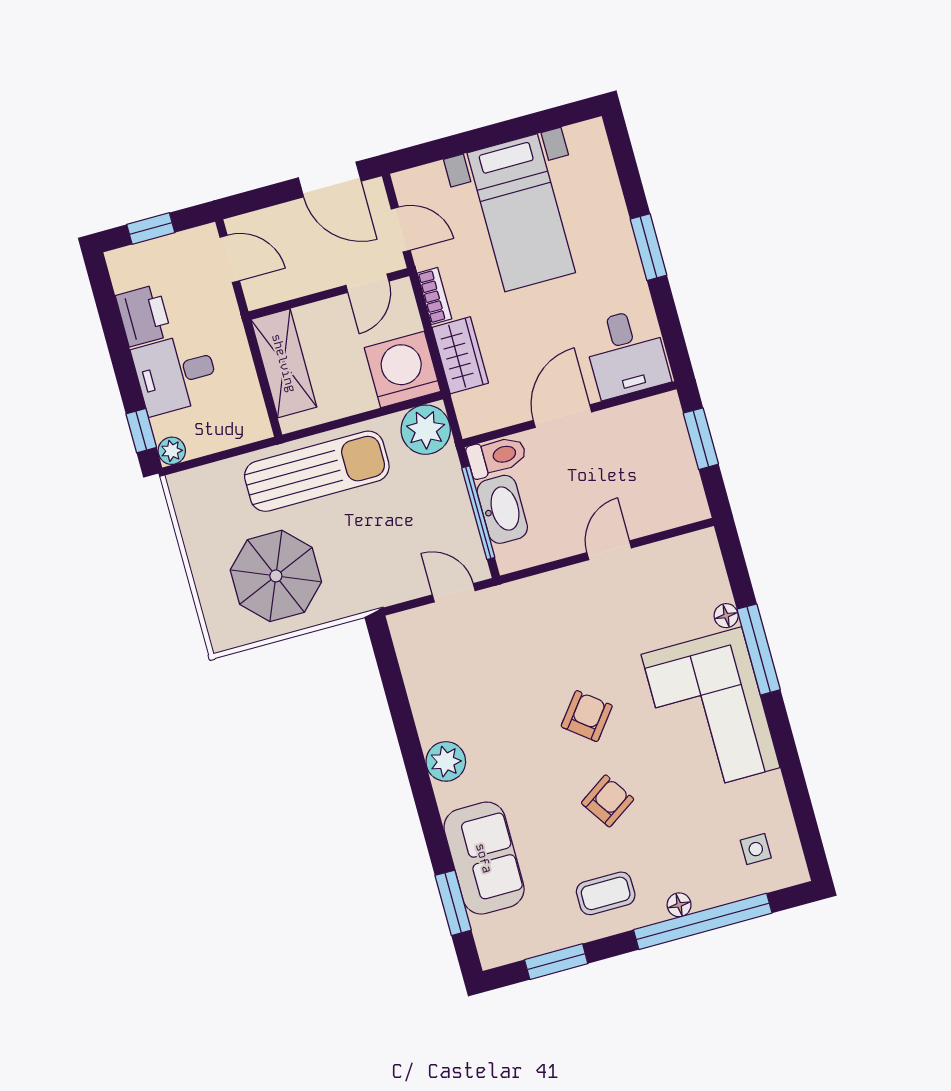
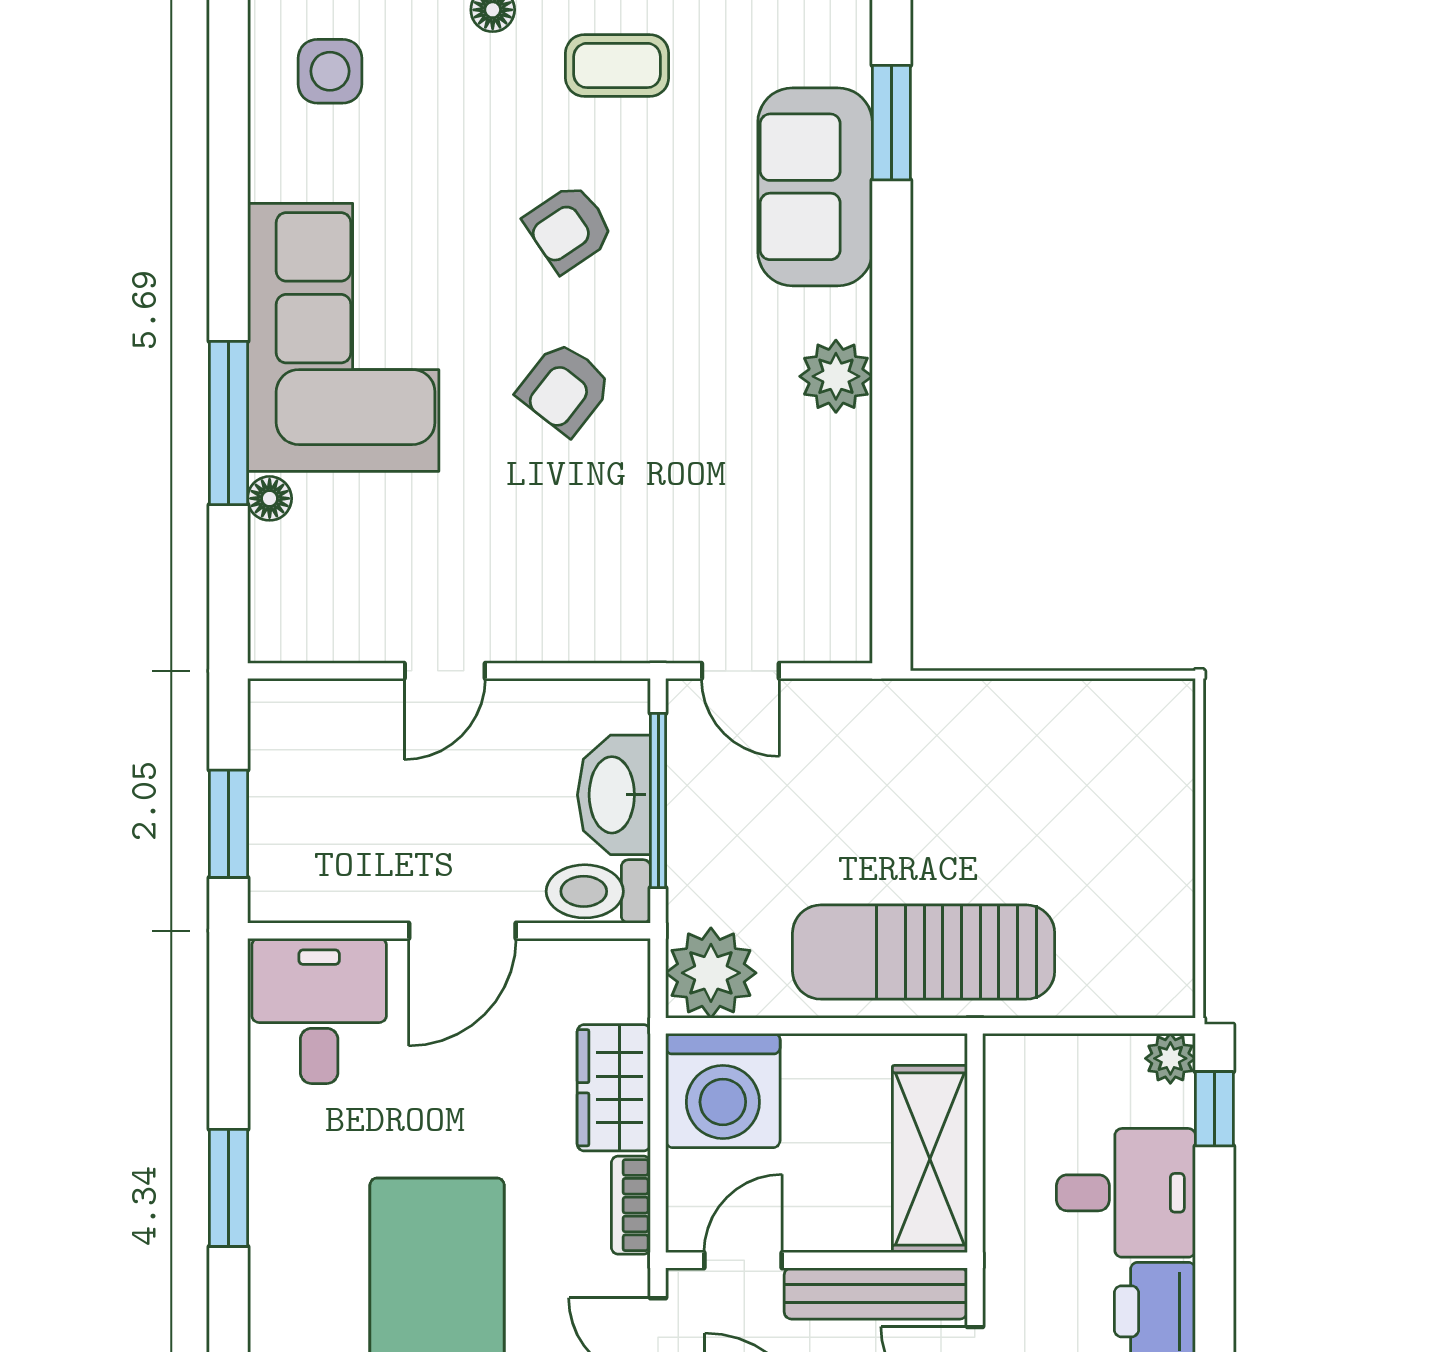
bench: (293, 285) -> (876, 1293), added
parasol: (276, 576) -> (1047, 787), removed
side table: (756, 849) -> (330, 71), width x1.37, depth x1.37

